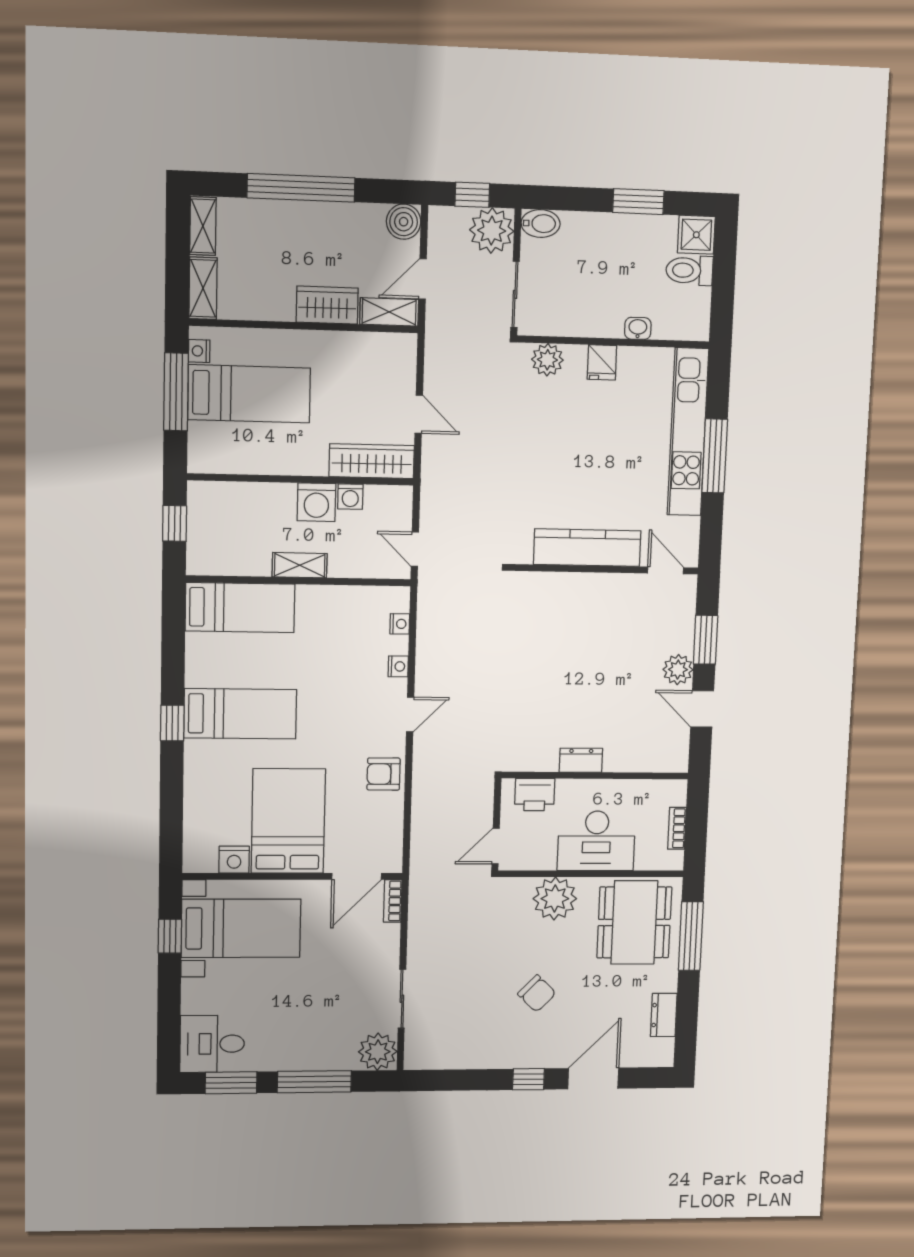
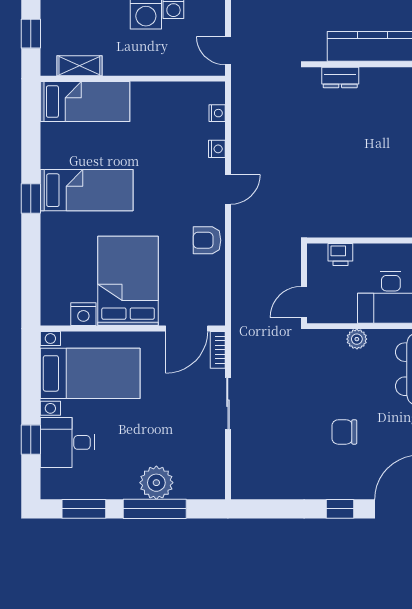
shelving: (300, 565) -> (79, 66), moved
dresser: (581, 760) -> (340, 77), moved, turned 180
printer: (535, 795) -> (340, 254), width x0.73, depth x0.81
plant: (555, 899) -> (357, 339), width x0.53, depth x0.53
window: (170, 936) -> (31, 440), moved
chair: (537, 993) -> (344, 432), turned 136
sliding door: (402, 999) -> (228, 403), moved
desk: (212, 1044) -> (67, 442), moved
plant: (378, 1052) -> (156, 483), moved

